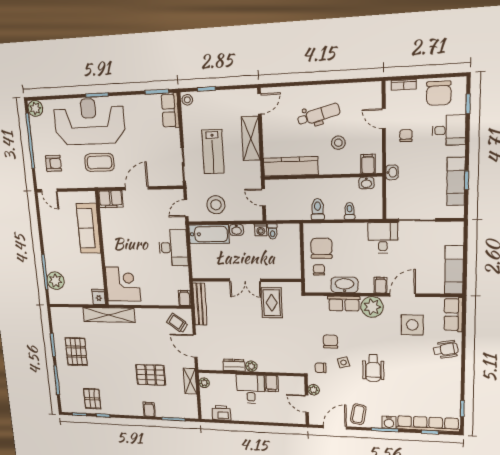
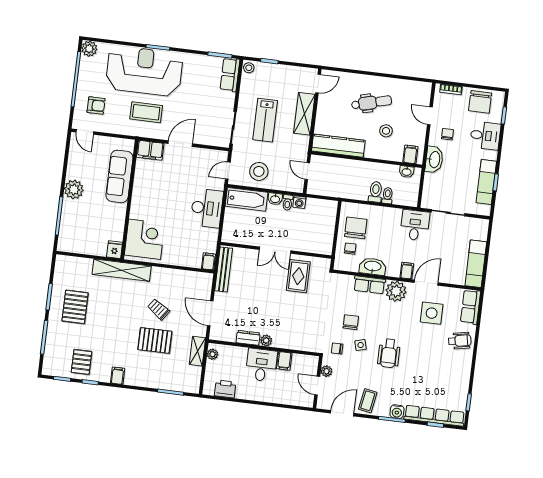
washbasin: (392, 172) -> (434, 160), width x1.91, depth x1.45
toilet: (318, 209) -> (376, 192), moved
toilet: (273, 232) -> (288, 202), moved
plant: (55, 281) -> (74, 189), moved
trolley: (177, 323) -> (159, 309), moved
filing cabinet: (149, 409) -> (118, 376), moved

